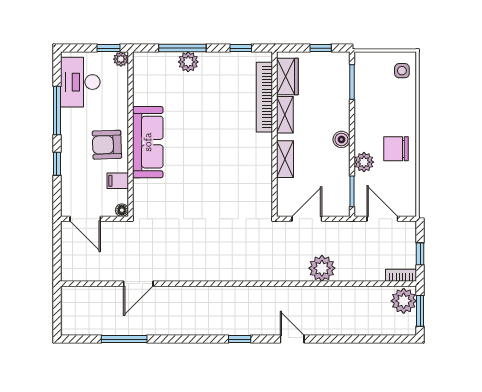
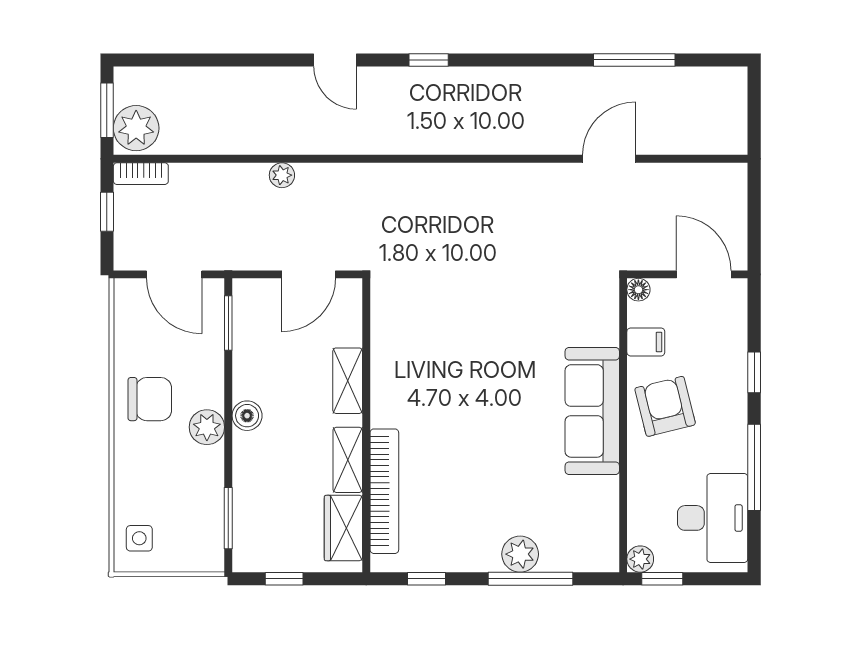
armchair: (107, 145) -> (665, 406), turned -102
plant: (364, 162) -> (207, 427), moved
plant: (322, 268) -> (282, 175), width x0.53, depth x0.53

